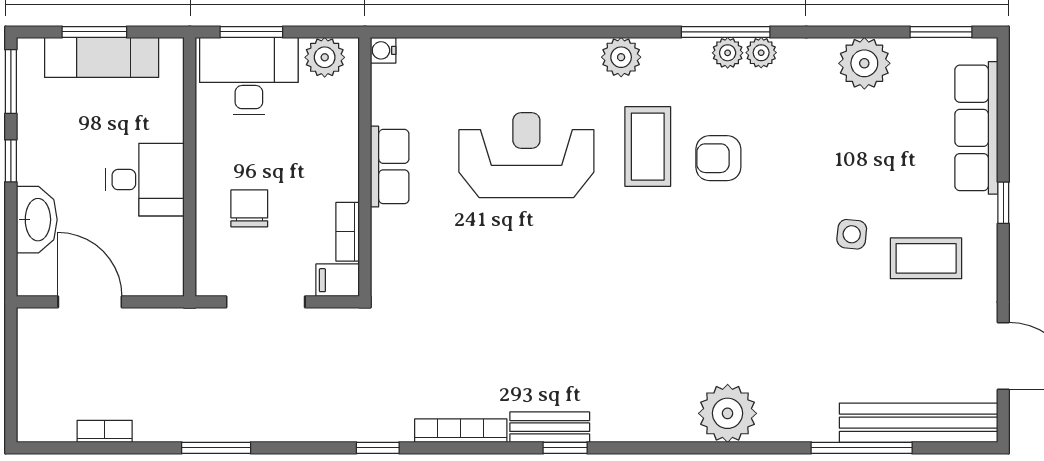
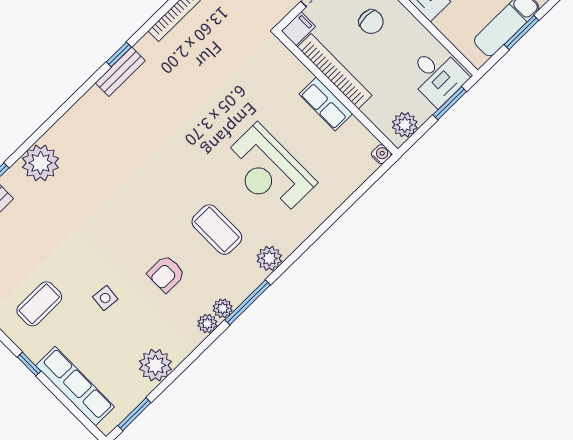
window: (726, 32) -> (248, 302), moved
desk: (249, 76) -> (437, 76), width x0.73
reception desk: (526, 155) -> (268, 171), turned 90
armchair: (718, 158) -> (166, 274), moved, turned 180
bookcase: (348, 232) -> (335, 71), width x2.31, depth x1.31
side table: (852, 234) -> (105, 298), moved
plant: (728, 413) -> (40, 163), moved
bench: (550, 427) -> (120, 72), moved

